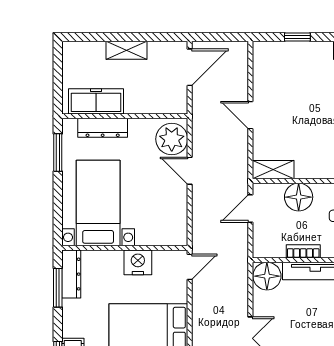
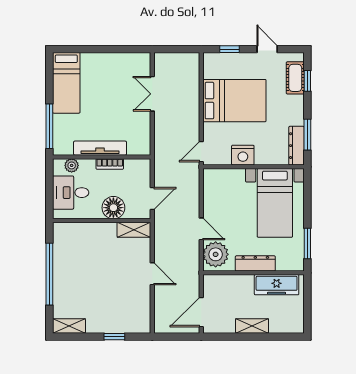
dresser: (103, 128) -> (255, 263), moved
floor lamp: (267, 276) -> (139, 144), removed

